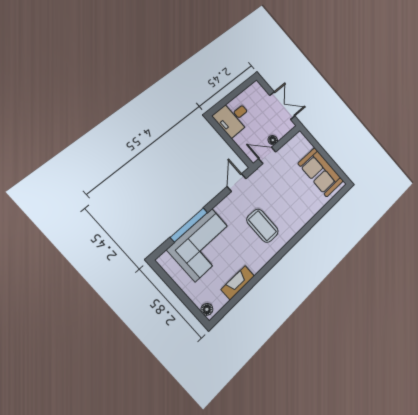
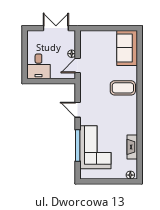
sofa: (321, 172) -> (127, 48), moved, turned 90
door: (237, 183) -> (78, 110), moved
coffee table: (262, 226) -> (123, 88), moved

